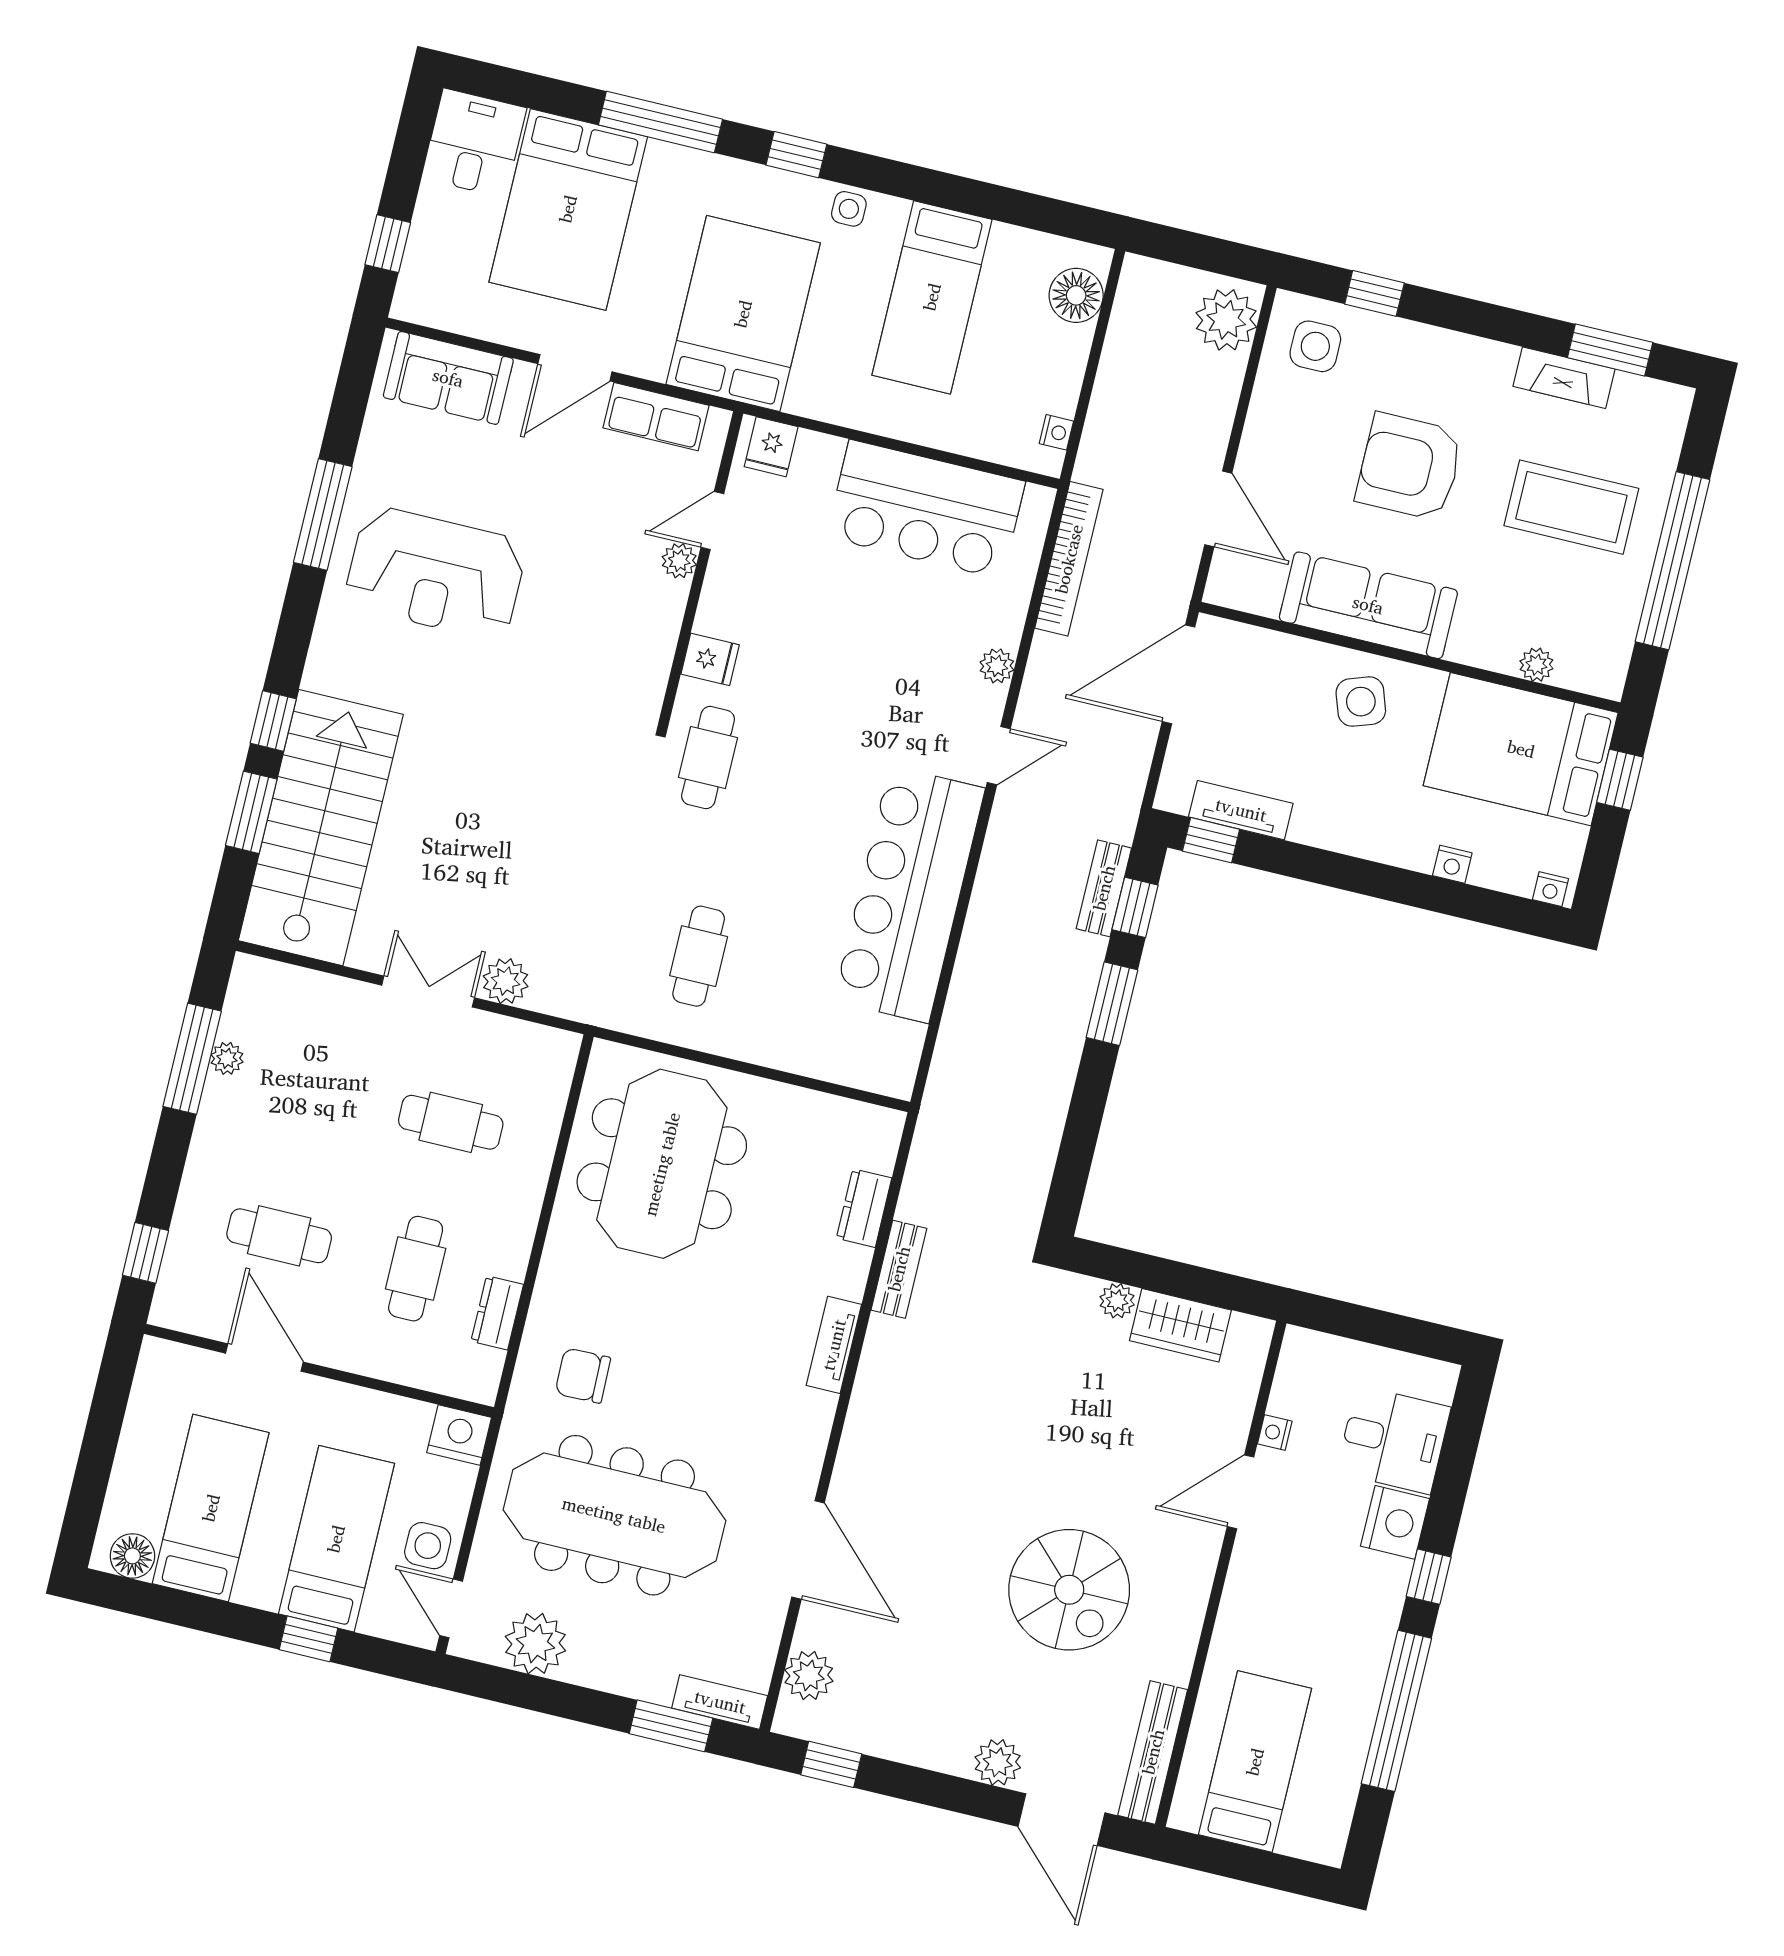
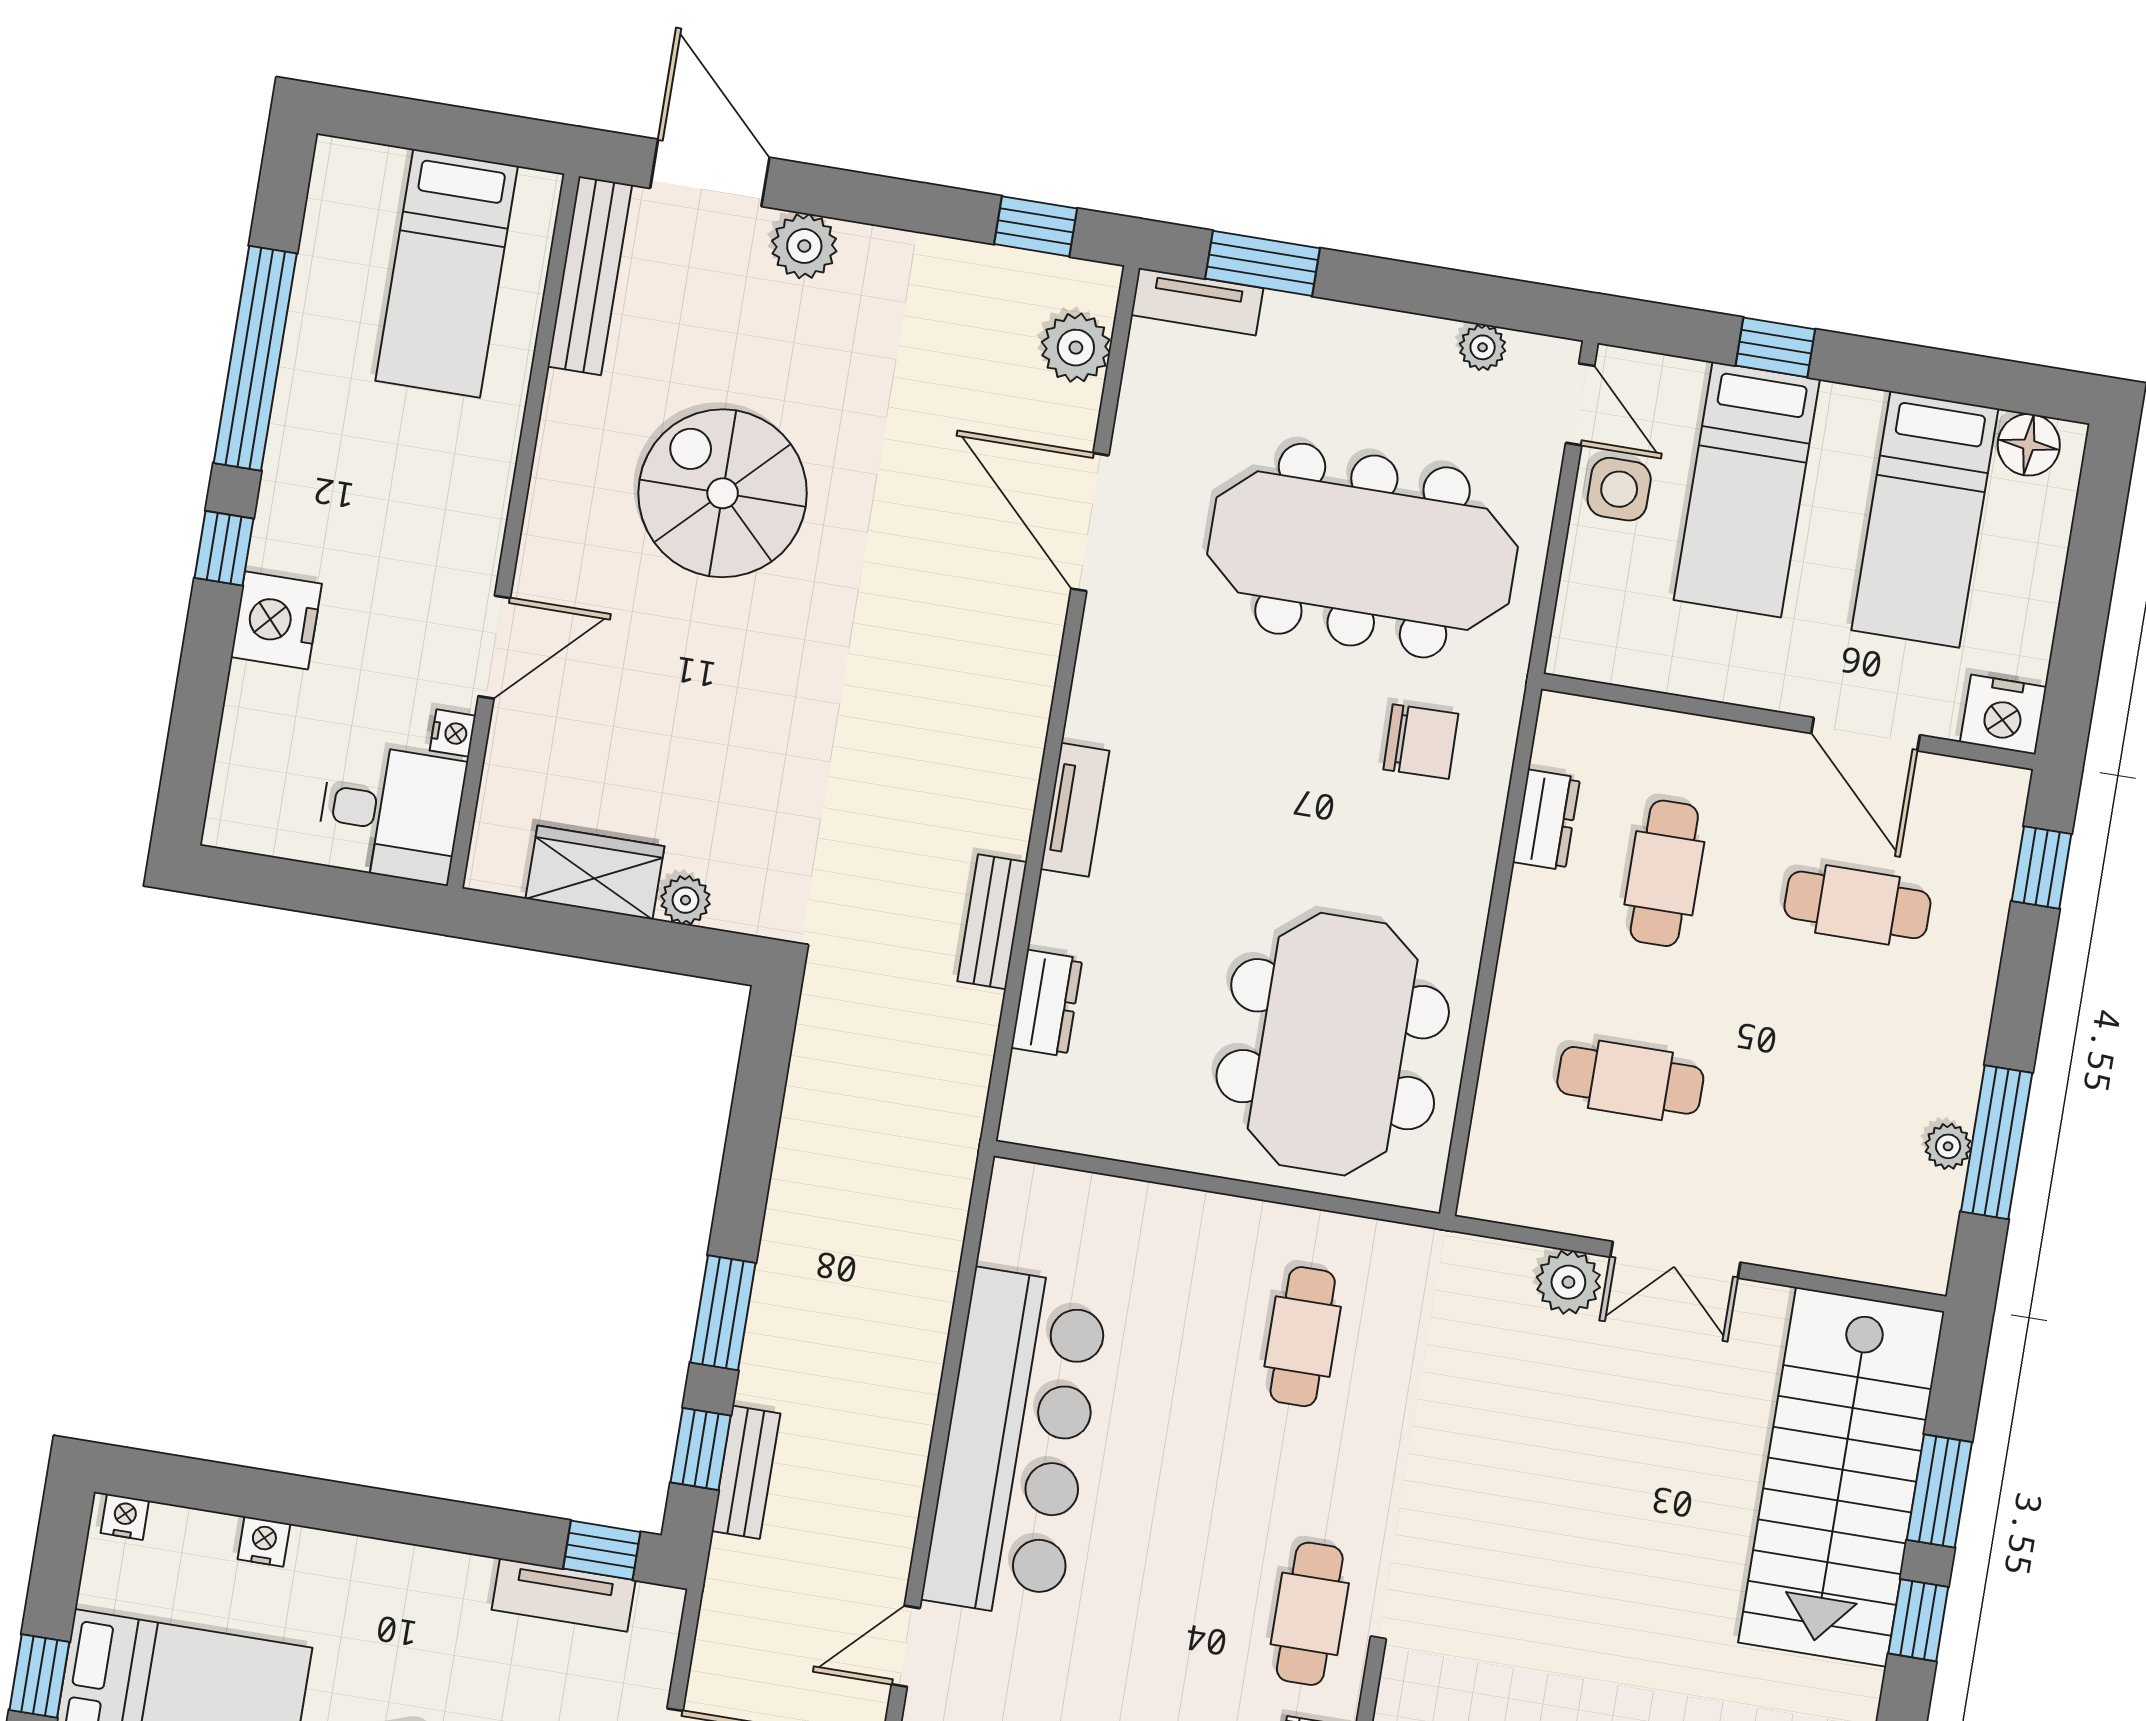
nightstand: (459, 1435) -> (2003, 715), moved
desk: (1394, 1440) -> (391, 813), moved, turned 180
plant: (535, 1644) -> (1483, 347), width x0.53, depth x0.53

